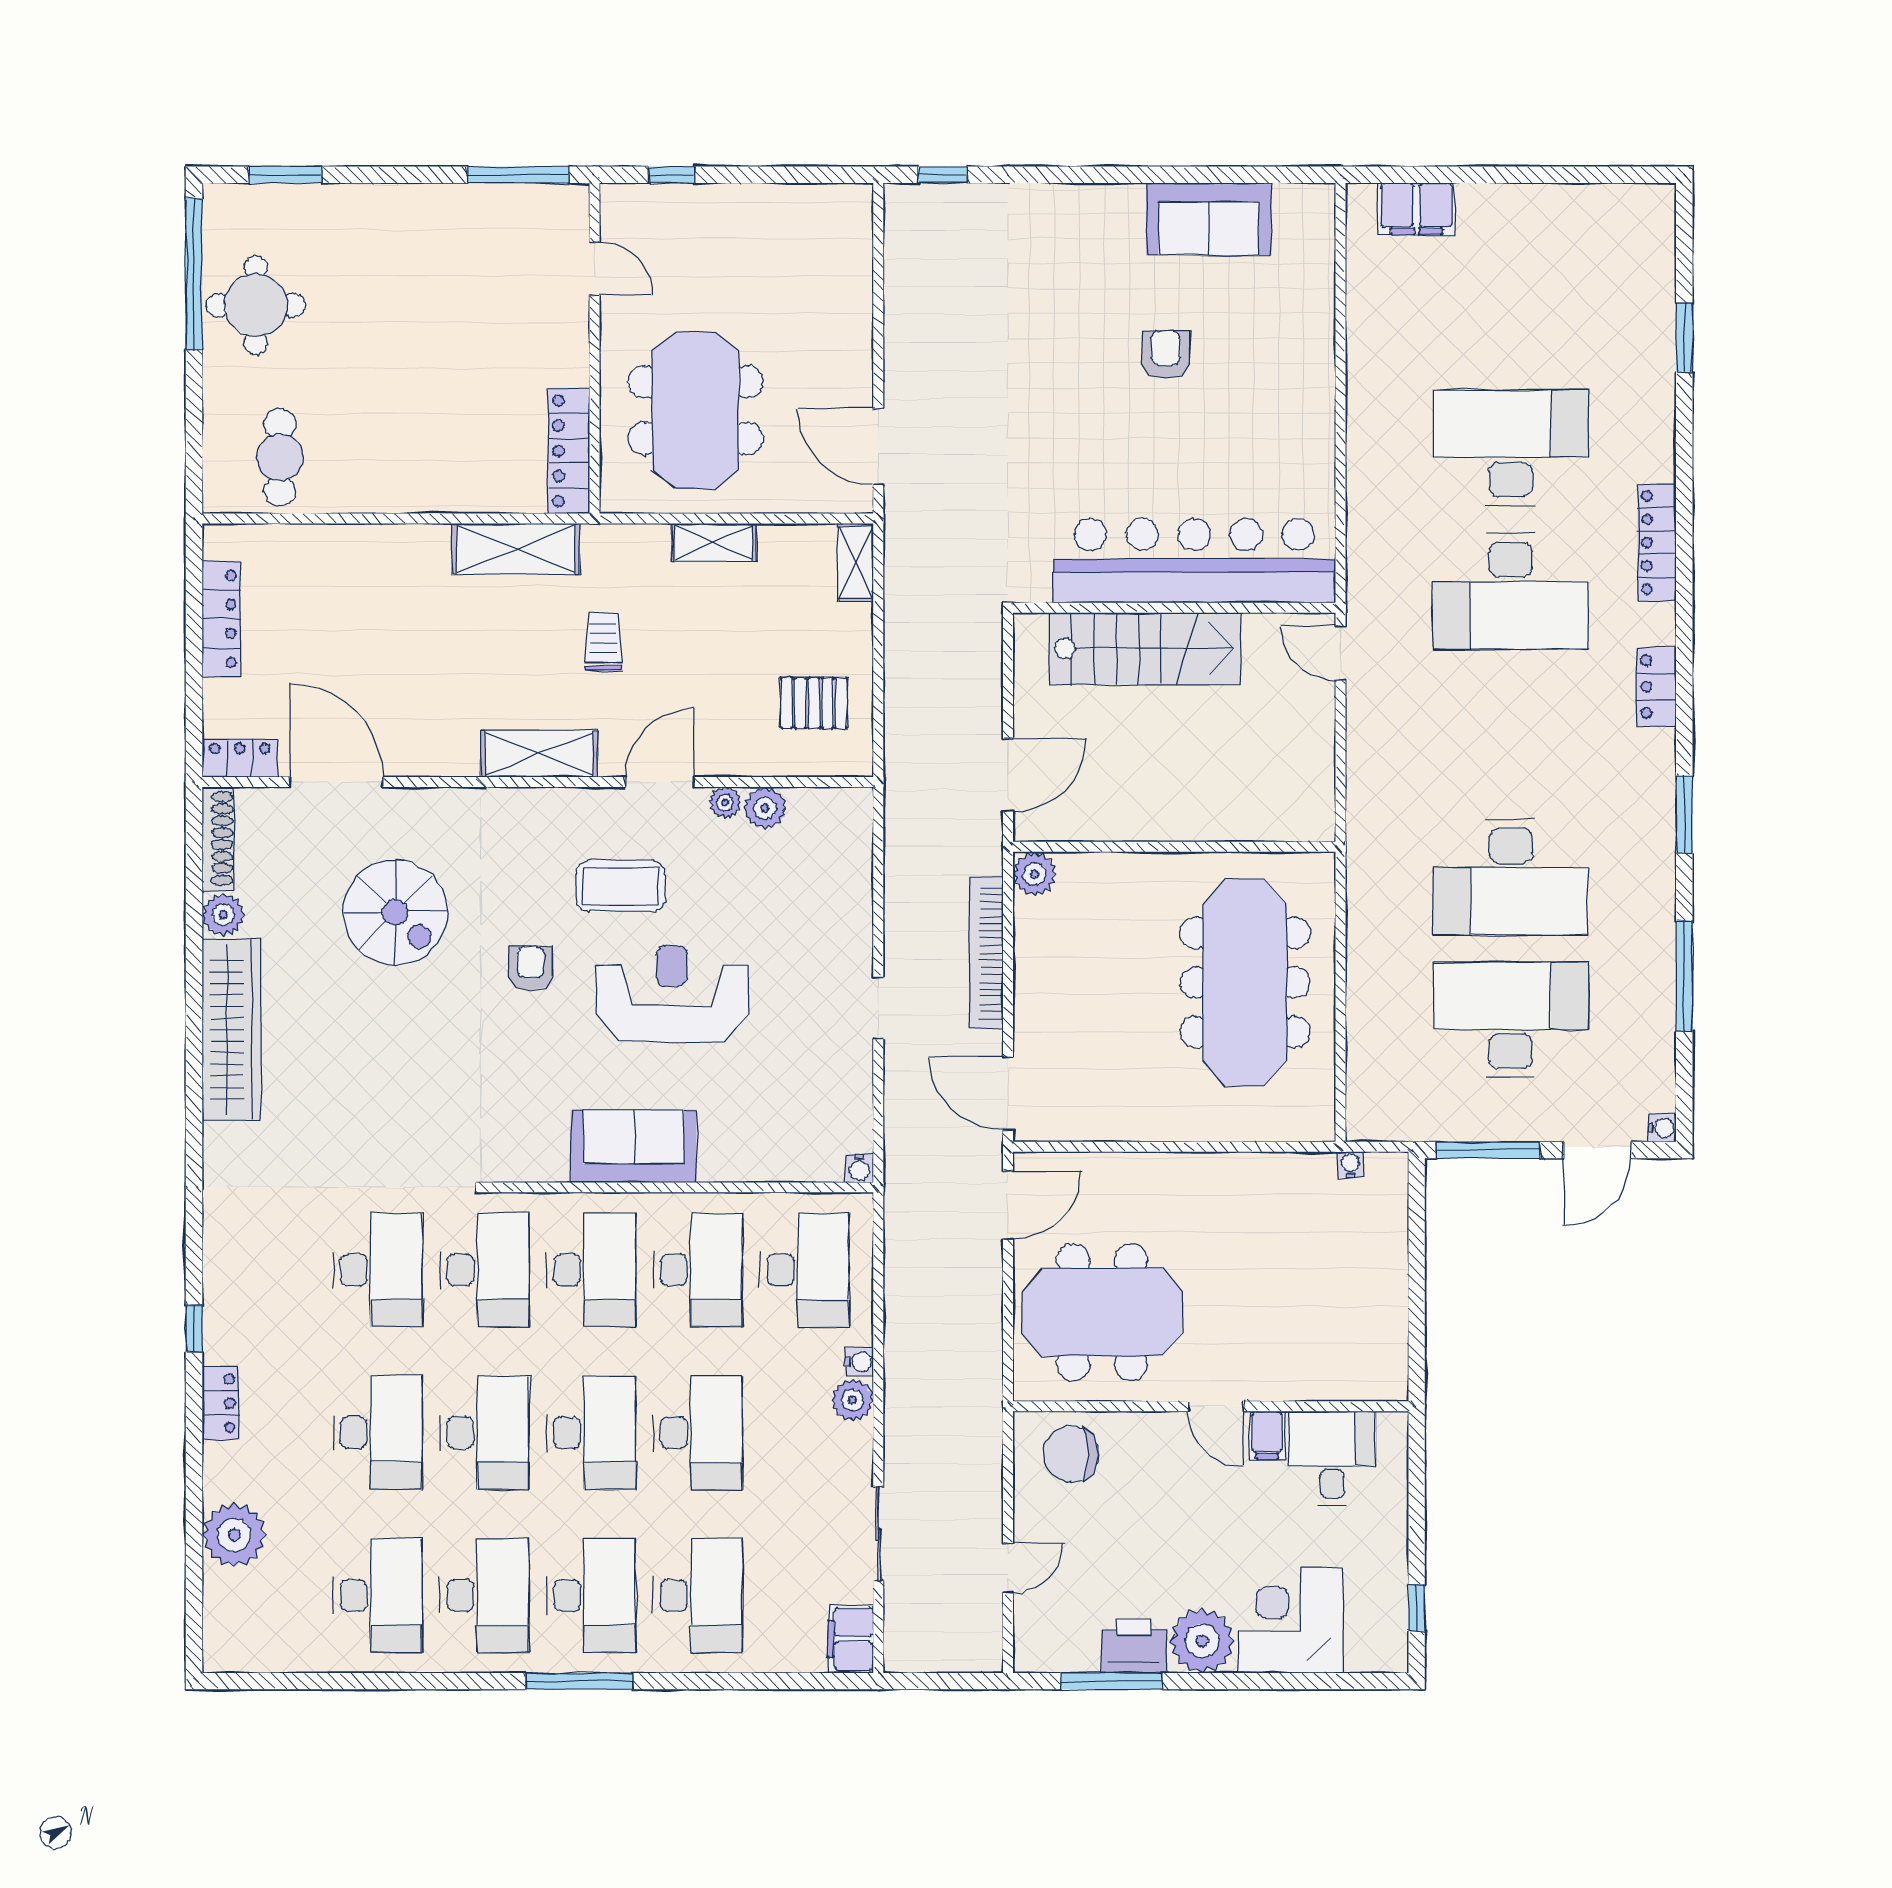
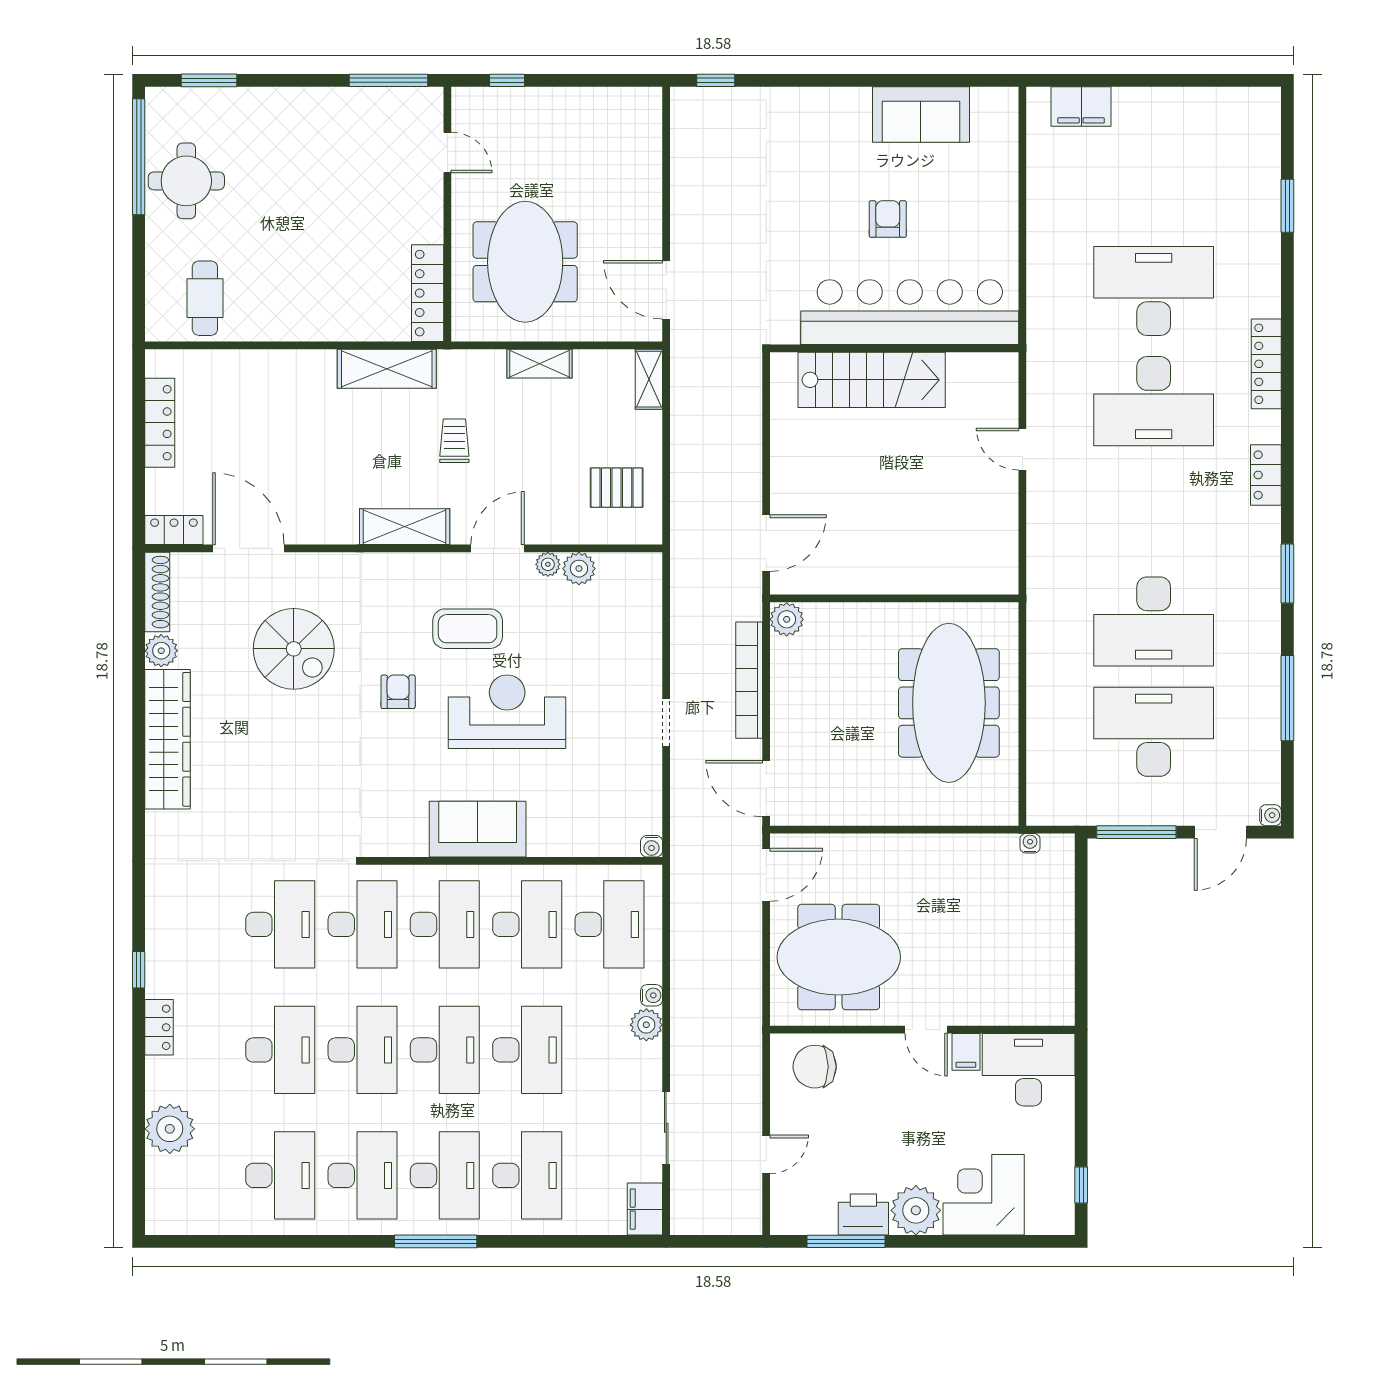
bar counter: (1194, 561) -> (910, 312), moved
wall: (1174, 608) -> (894, 348), moved
stairs: (1145, 648) -> (872, 380), moved
desk: (1332, 1458) -> (1029, 1070), width x1.37

